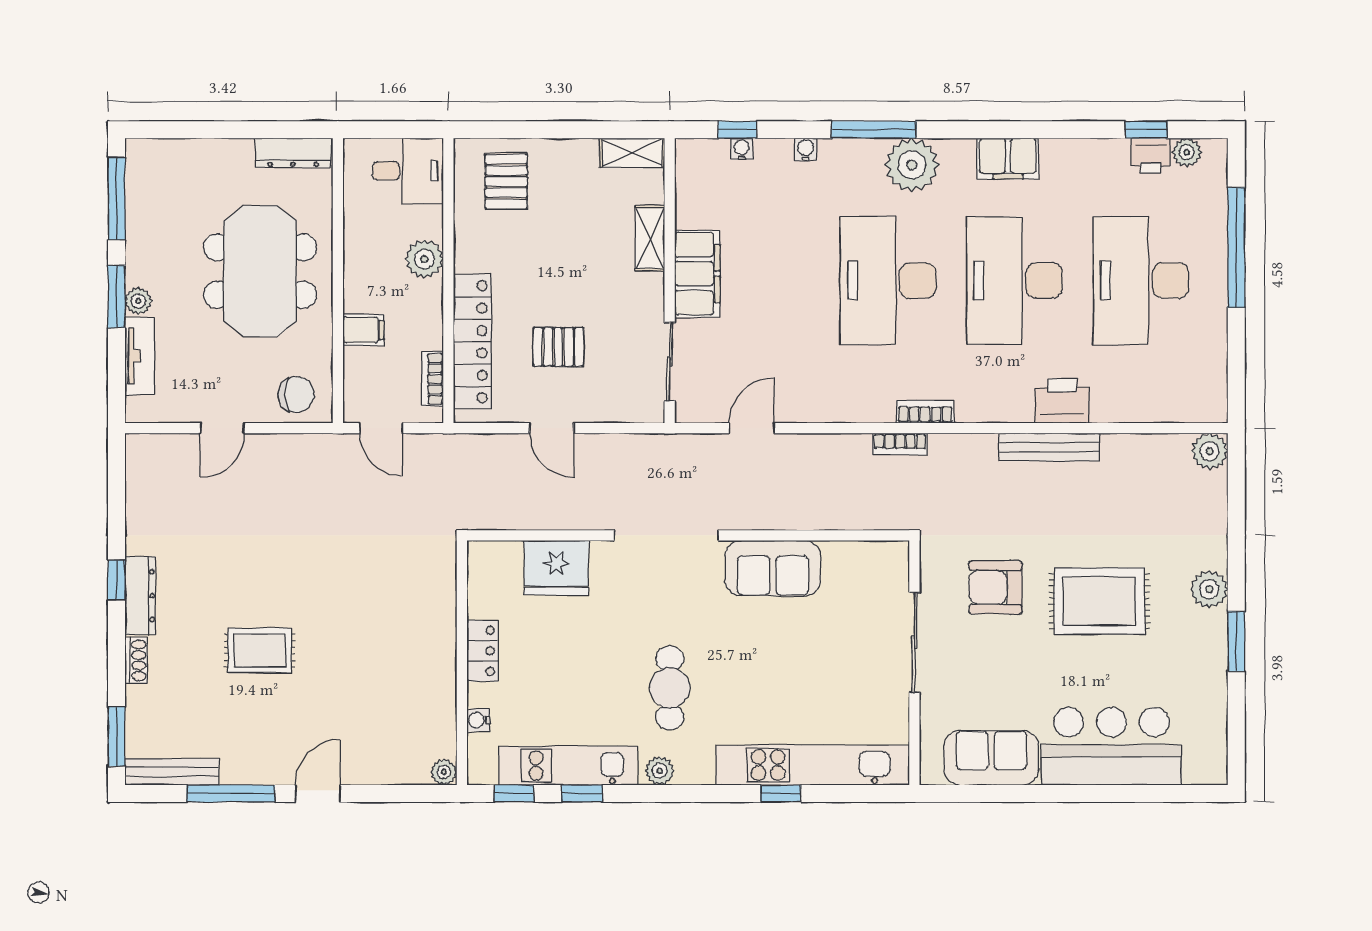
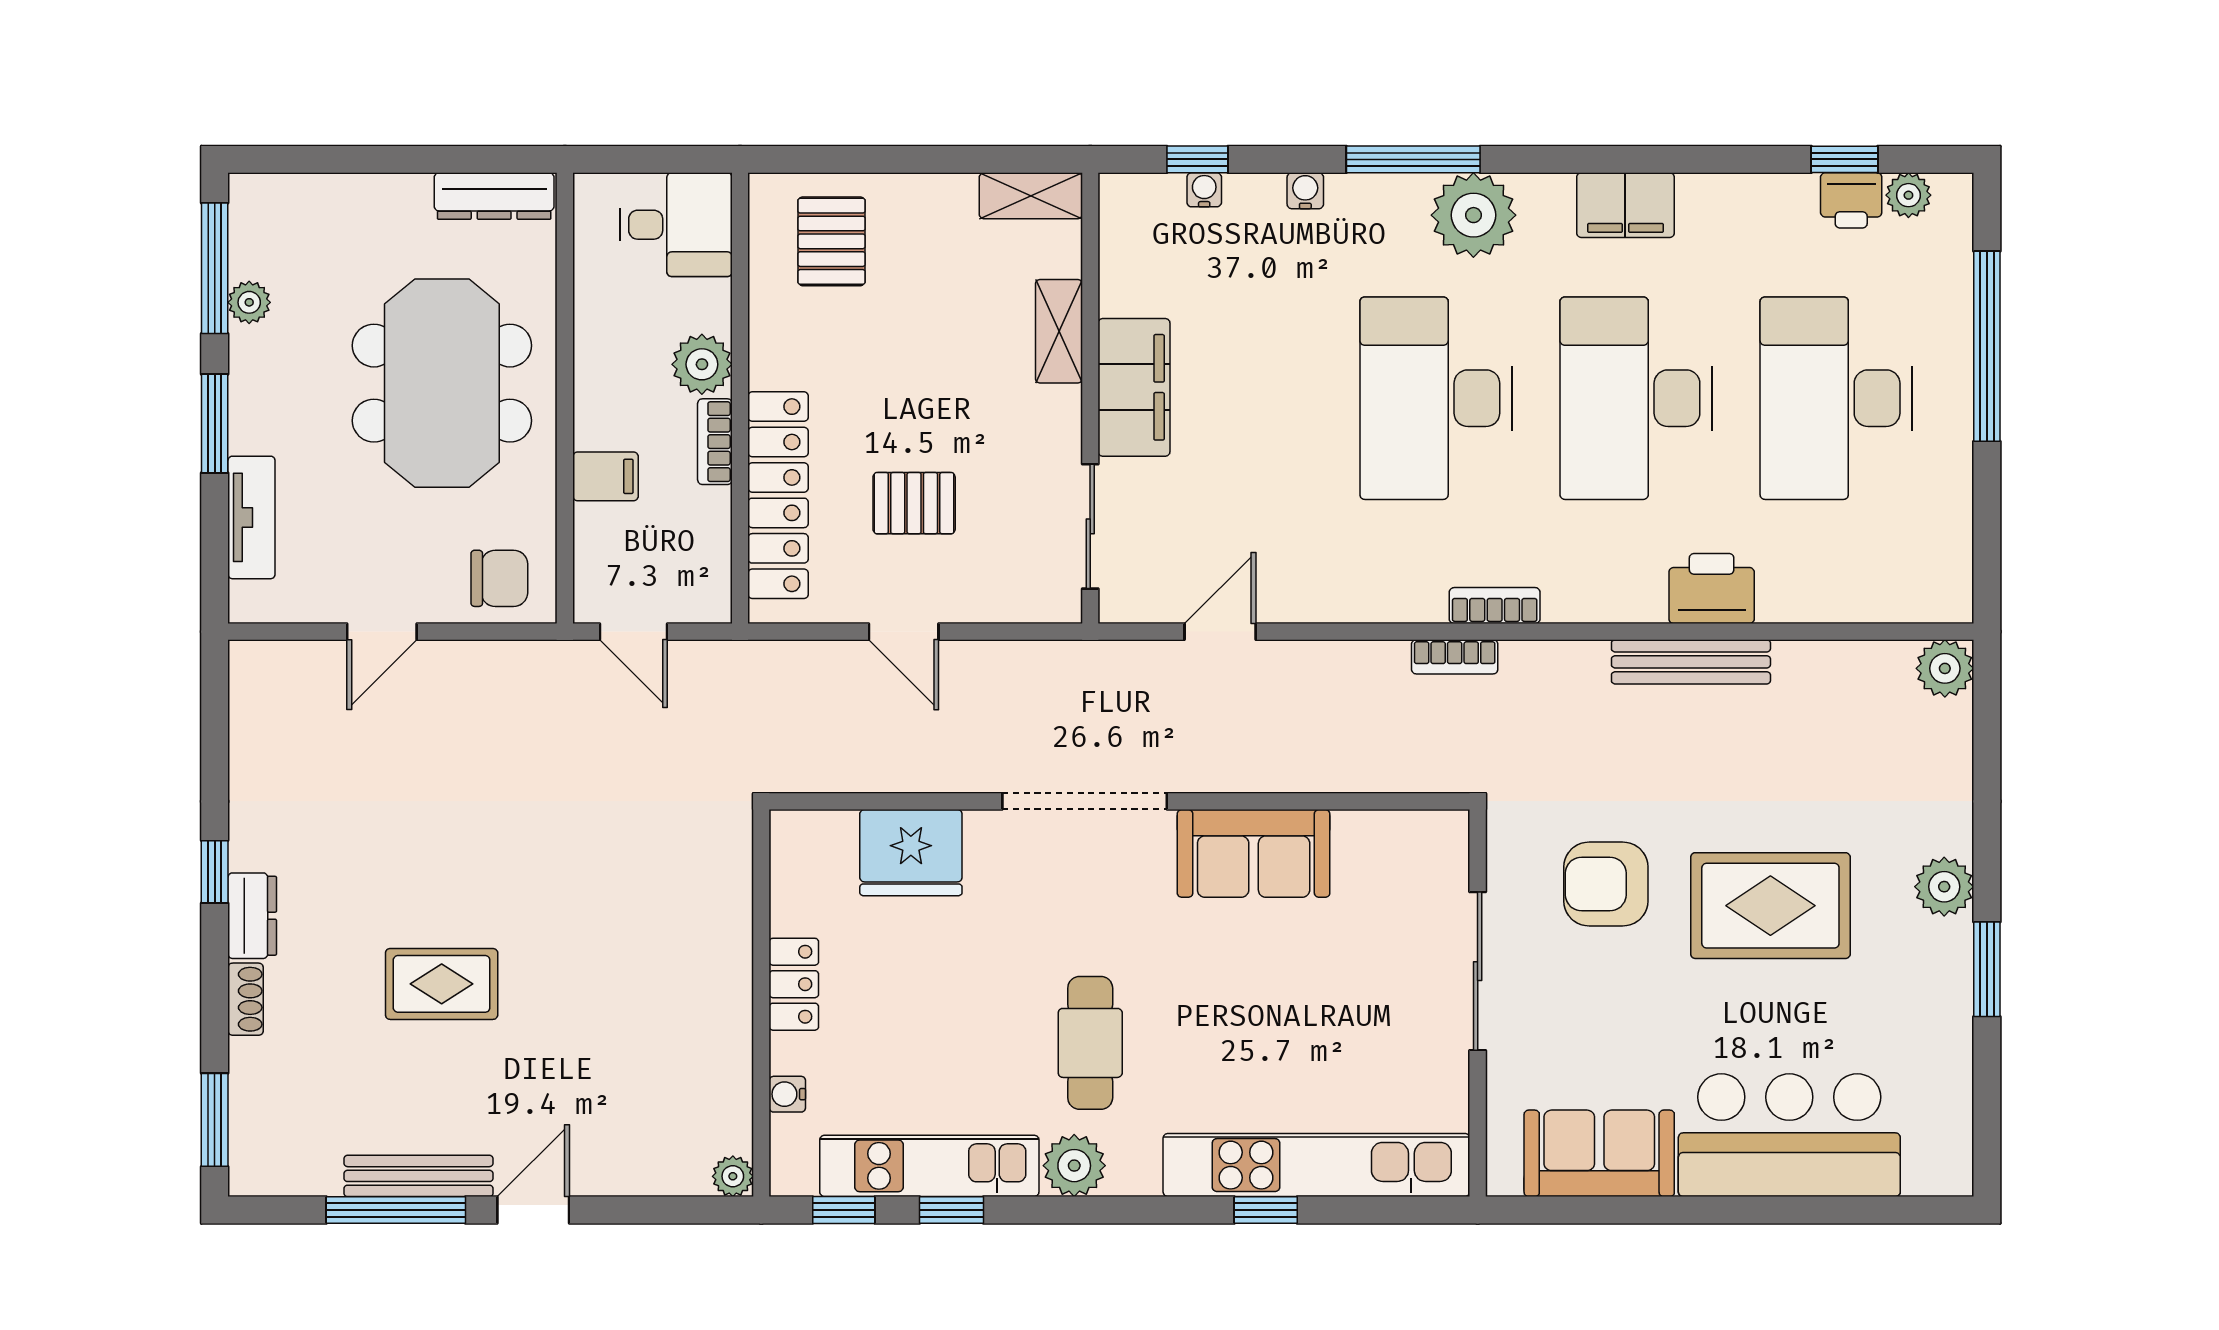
plant: (138, 301) -> (249, 302), moved
bookcase: (433, 379) -> (715, 442), moved
dresser: (140, 596) -> (252, 916), width x0.70
plant: (660, 771) -> (1074, 1166), width x1.38, depth x1.38
bench: (172, 772) -> (419, 1176), moved

